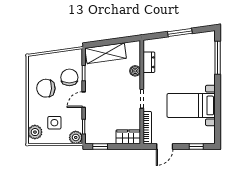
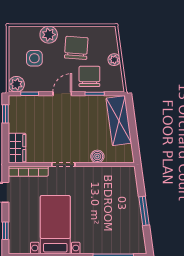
plant: (56, 57) -> (114, 60), added
dresser: (149, 62) -> (108, 173), removed
chair: (69, 77) -> (89, 76), turned -90
door: (84, 100) -> (62, 94), hinge flipped
plant: (35, 132) -> (49, 35), moved

